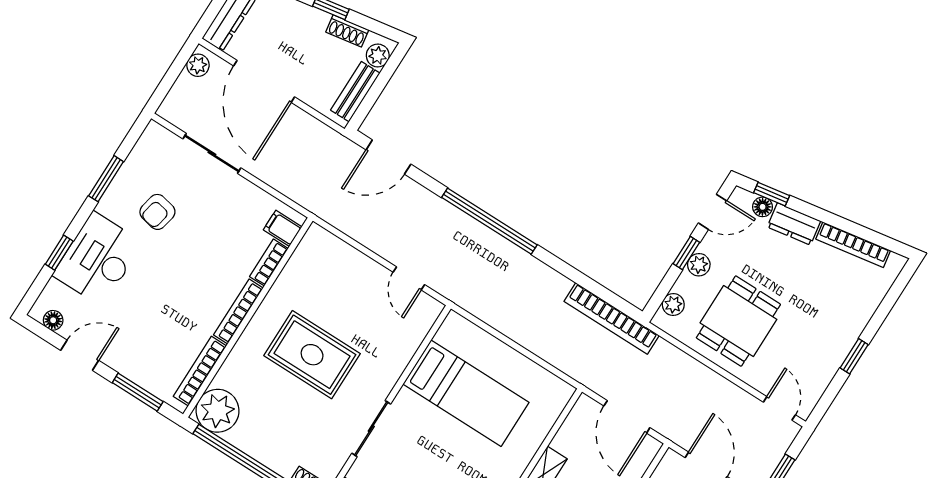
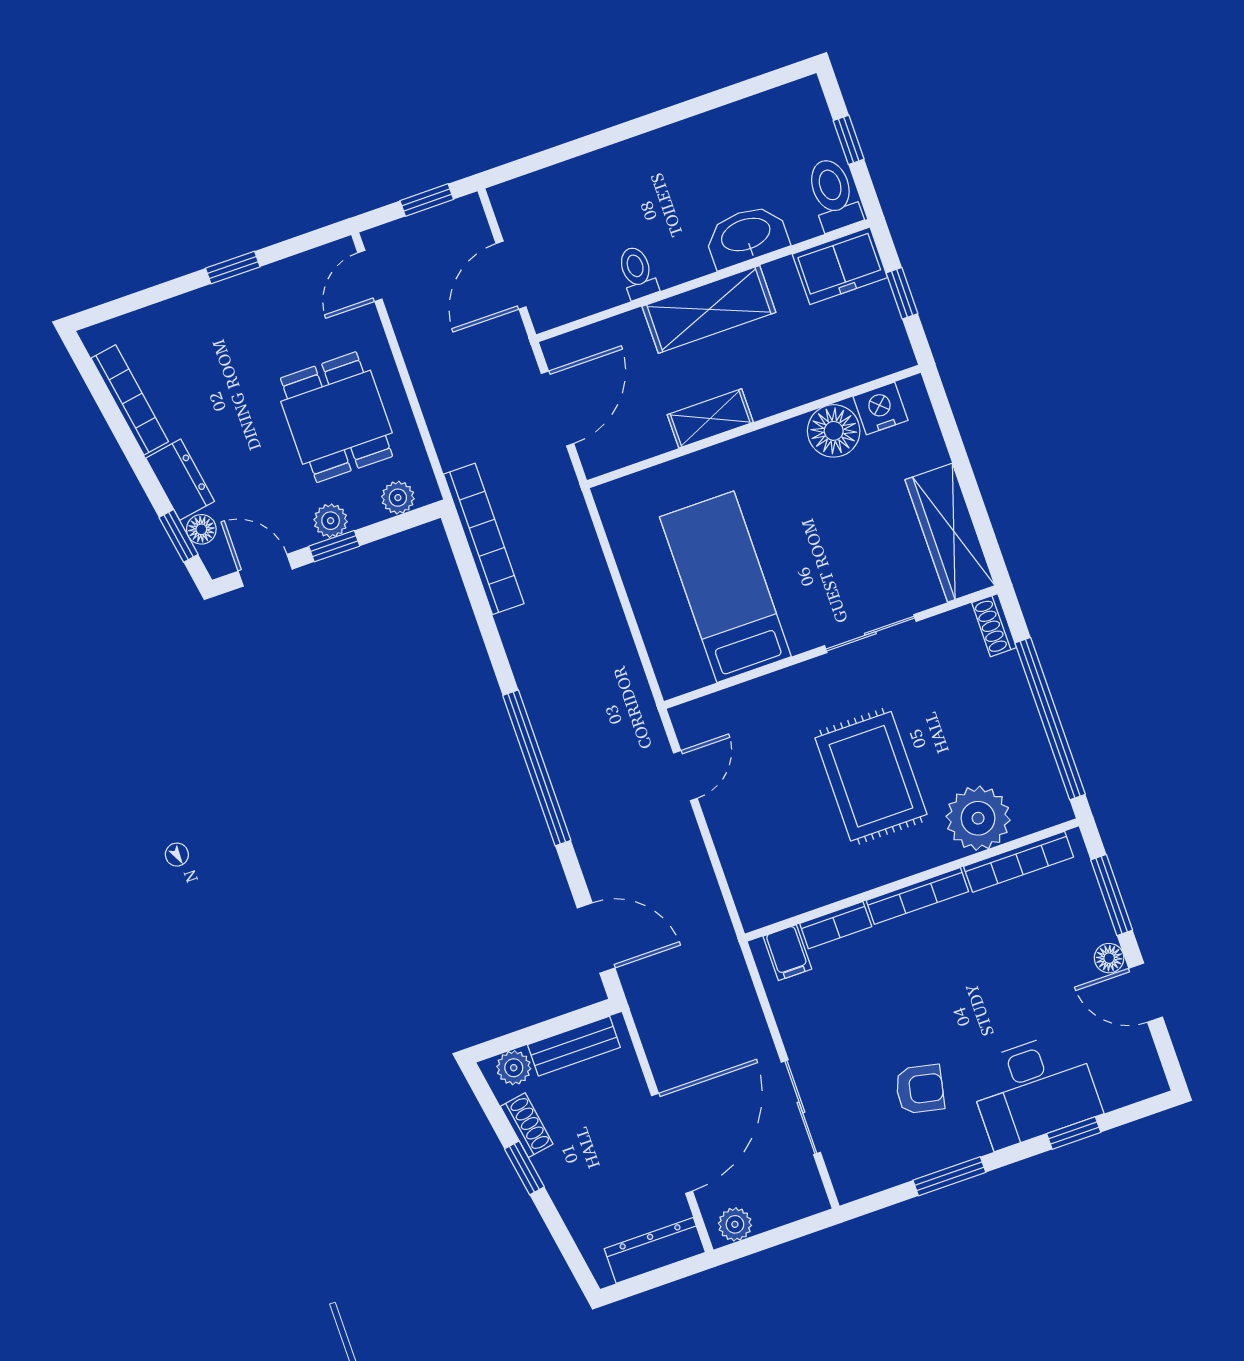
floor lamp: (53, 320) -> (1109, 958), moved
dining table: (738, 321) -> (336, 417), turned 90
plant: (217, 411) -> (978, 818), moved

